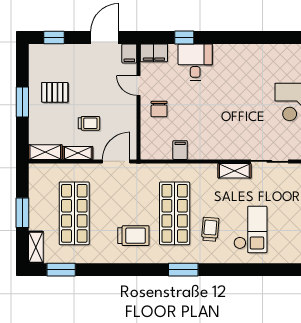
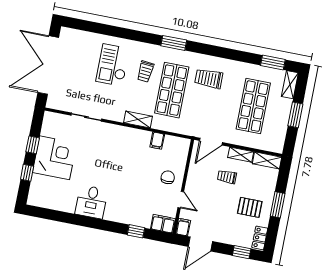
locker: (36, 58) -> (260, 238), added
desk: (195, 62) -> (91, 202), moved
shelving: (234, 171) -> (138, 119), moved

